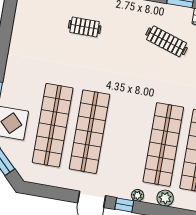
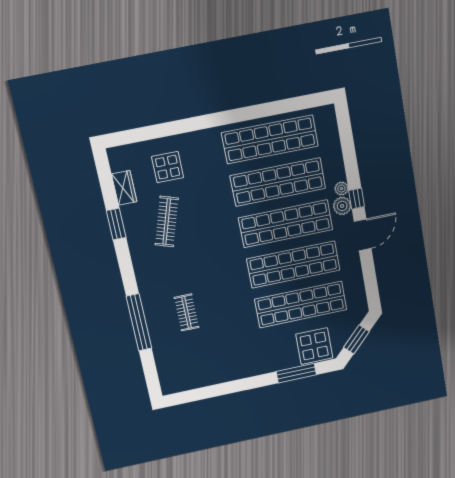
shop shelf: (126, 138) -> (286, 224), added
plant: (165, 198) -> (342, 206), moved

